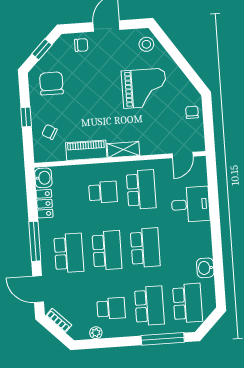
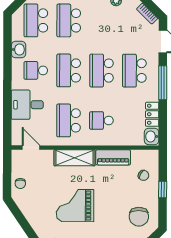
grand piano: (144, 88) -> (75, 206), moved
shelving: (123, 150) -> (75, 158), width x1.50, depth x1.33
door: (183, 155) -> (31, 147), hinge flipped
school desk: (111, 308) -> (36, 70), moved

